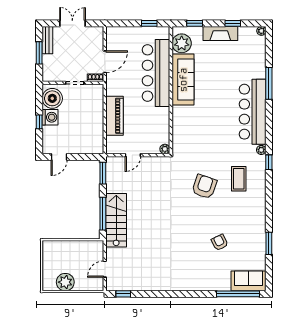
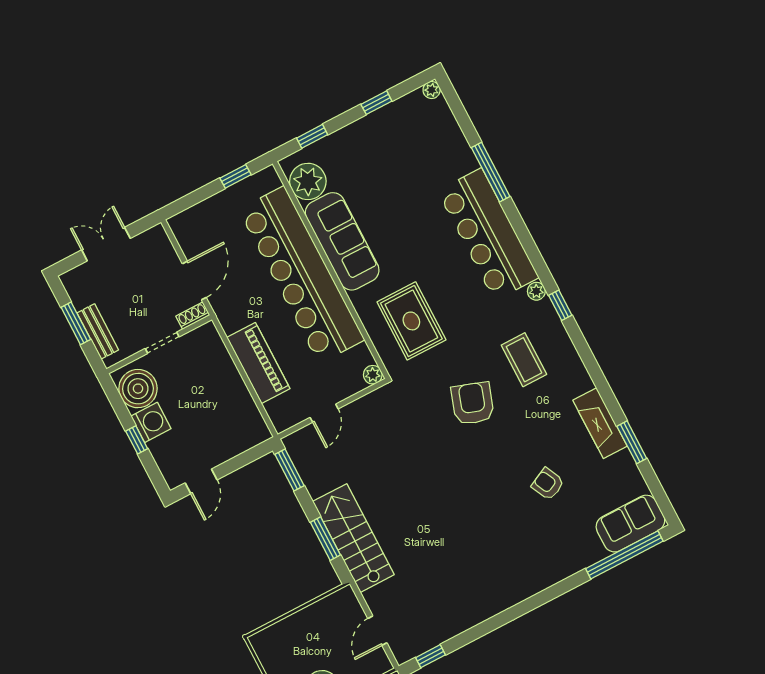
fireplace: (220, 34) -> (600, 423), moved, turned 90
bench: (47, 40) -> (98, 331), moved
bar counter: (156, 73) -> (302, 275), width x1.36
rug: (196, 133) -> (411, 321), added
window: (103, 214) -> (325, 539), width x0.69

